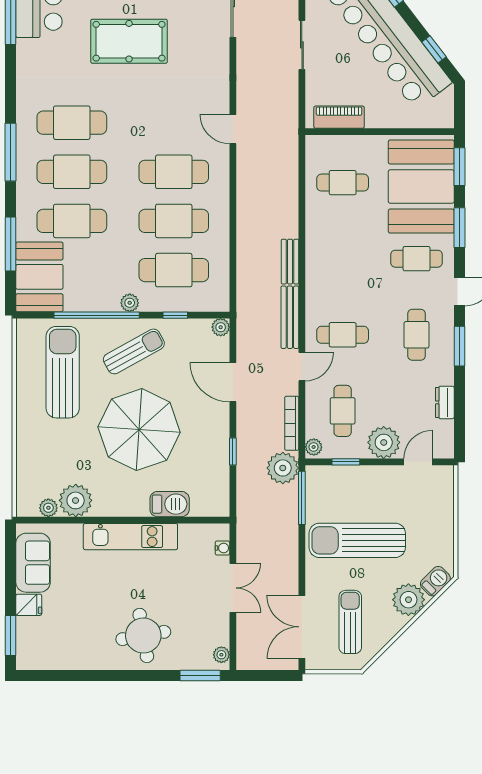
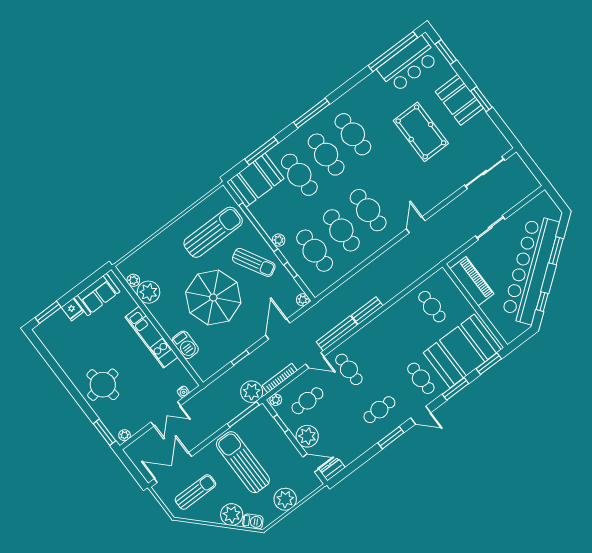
piano: (339, 117) -> (472, 281), width x1.37, depth x1.33
dresser: (445, 402) -> (333, 469), moved
plant: (438, 524) -> (285, 499), added

